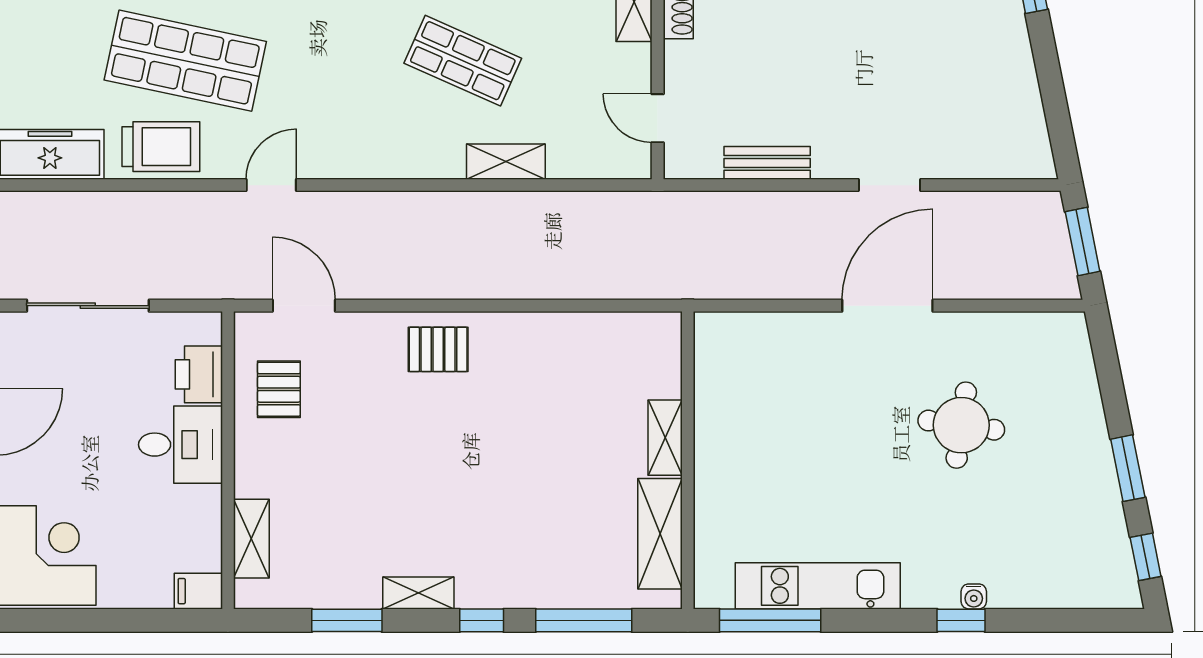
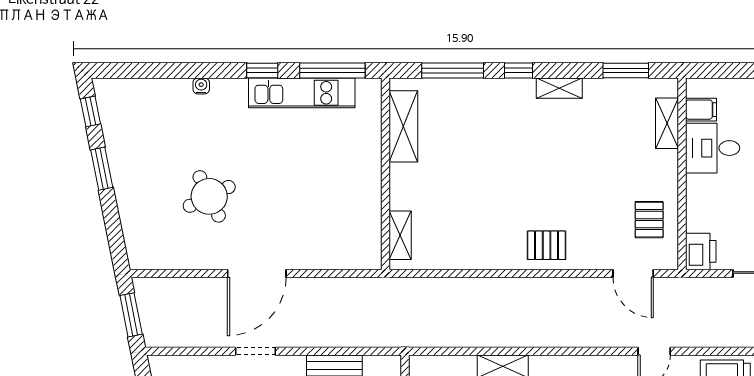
printer: (199, 374) -> (701, 251), moved
round table: (961, 425) -> (209, 196), turned -34
shelving: (665, 438) -> (400, 235), moved
desk: (180, 445) -> (713, 148), moved
filing cabinet: (198, 591) -> (701, 110), moved
window: (347, 620) -> (626, 71), moved
window: (961, 620) -> (262, 71), moved

